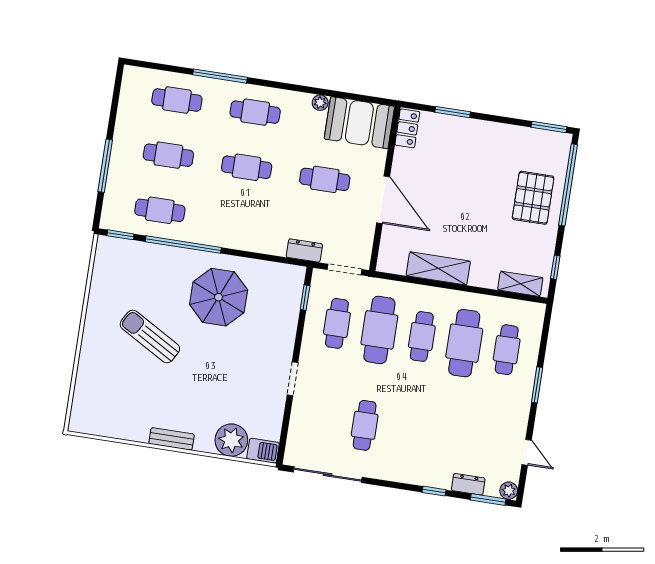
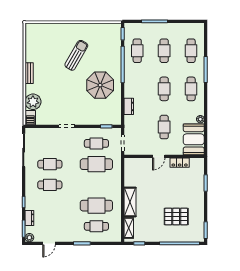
locker: (407, 128) -> (180, 163), moved
pallet: (533, 198) -> (176, 217), moved
door: (383, 200) -> (159, 156), width x0.53
dresser: (304, 250) -> (129, 106), moved
shelving: (438, 268) -> (130, 202), moved
cafe table: (422, 337) -> (50, 185), moved

